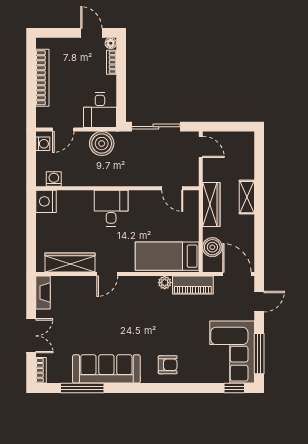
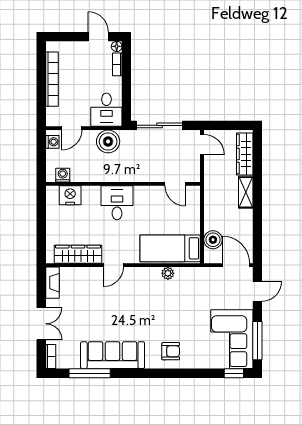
nightstand: (46, 201) -> (70, 195), moved, turned 90
wardrobe: (211, 204) -> (245, 154), moved, turned 180
piano: (193, 285) -> (195, 276), removed

